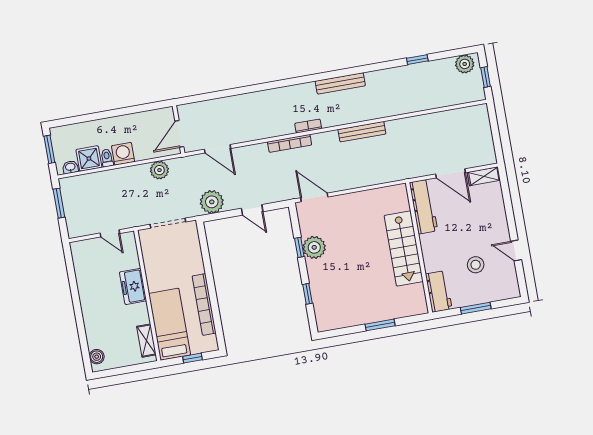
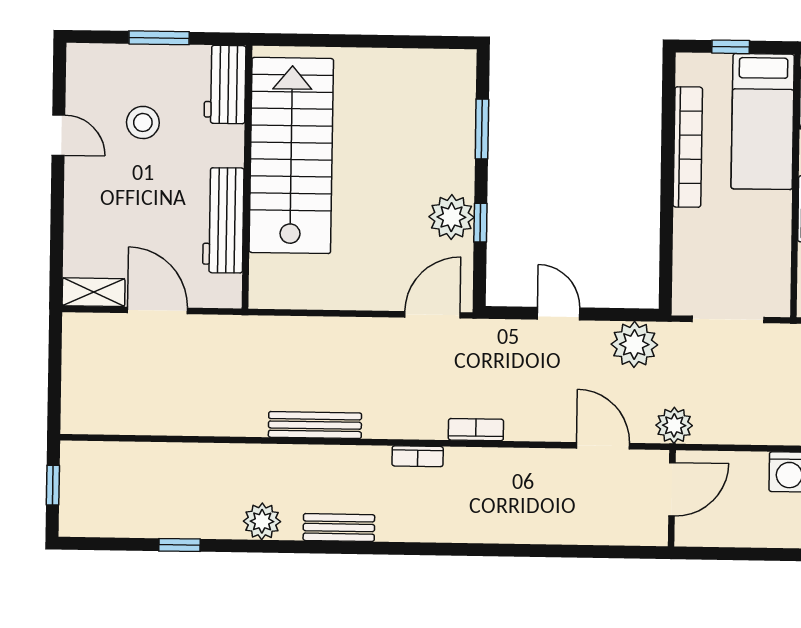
plant: (465, 64) -> (262, 521), moved
bench: (340, 83) -> (339, 528), width x0.73
bookcase: (290, 143) -> (476, 430), width x0.64
plant: (159, 170) -> (674, 425), moved
door: (314, 197) -> (433, 315), swing flipped
workbench: (423, 207) -> (223, 220), moved
stairs: (404, 248) -> (291, 155), width x1.36, depth x1.51
window: (308, 294) -> (482, 129), width x1.50
window: (380, 325) -> (352, 41), removed

